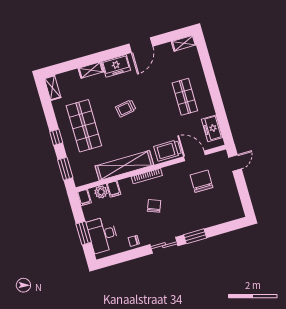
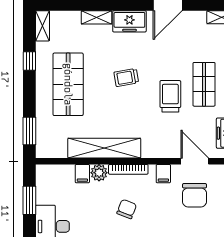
window: (56, 137) -> (29, 61), moved
trolley: (168, 151) -> (170, 96), moved, turned 90
chair: (201, 181) -> (194, 195), turned 180
plant: (101, 192) -> (99, 173), moved
filing cabinet: (84, 197) -> (163, 174), moved
window: (84, 233) -> (29, 200), moved

